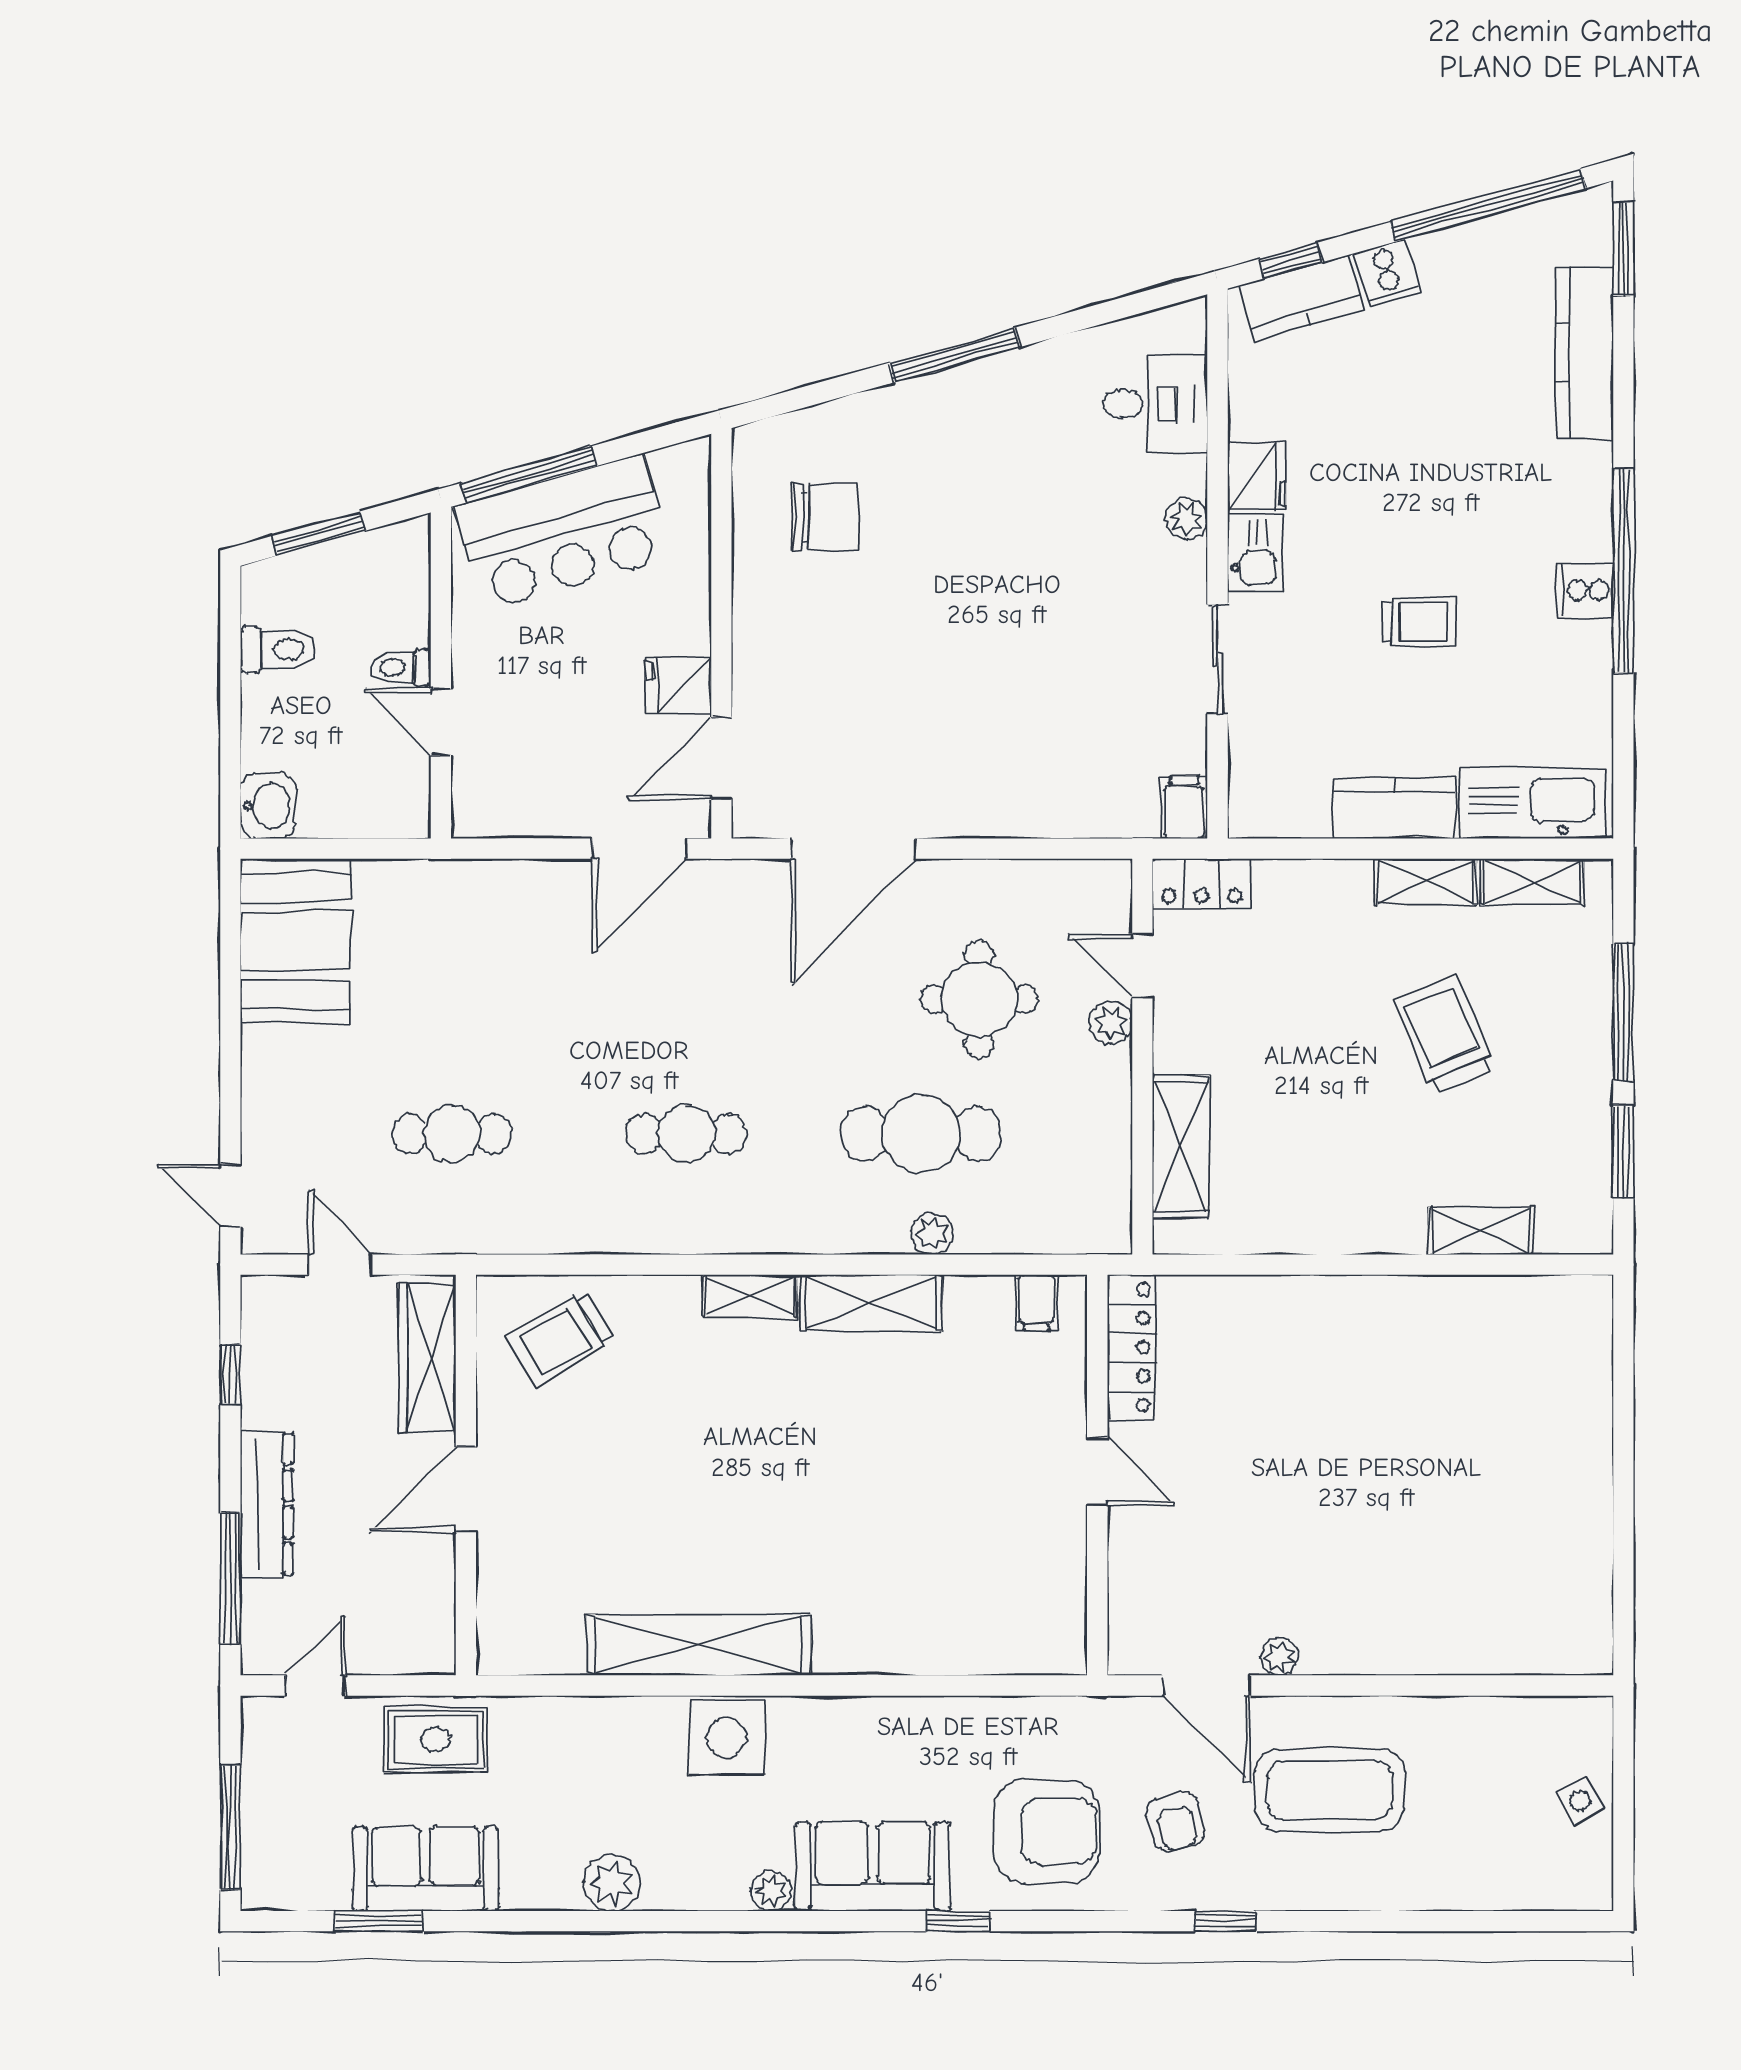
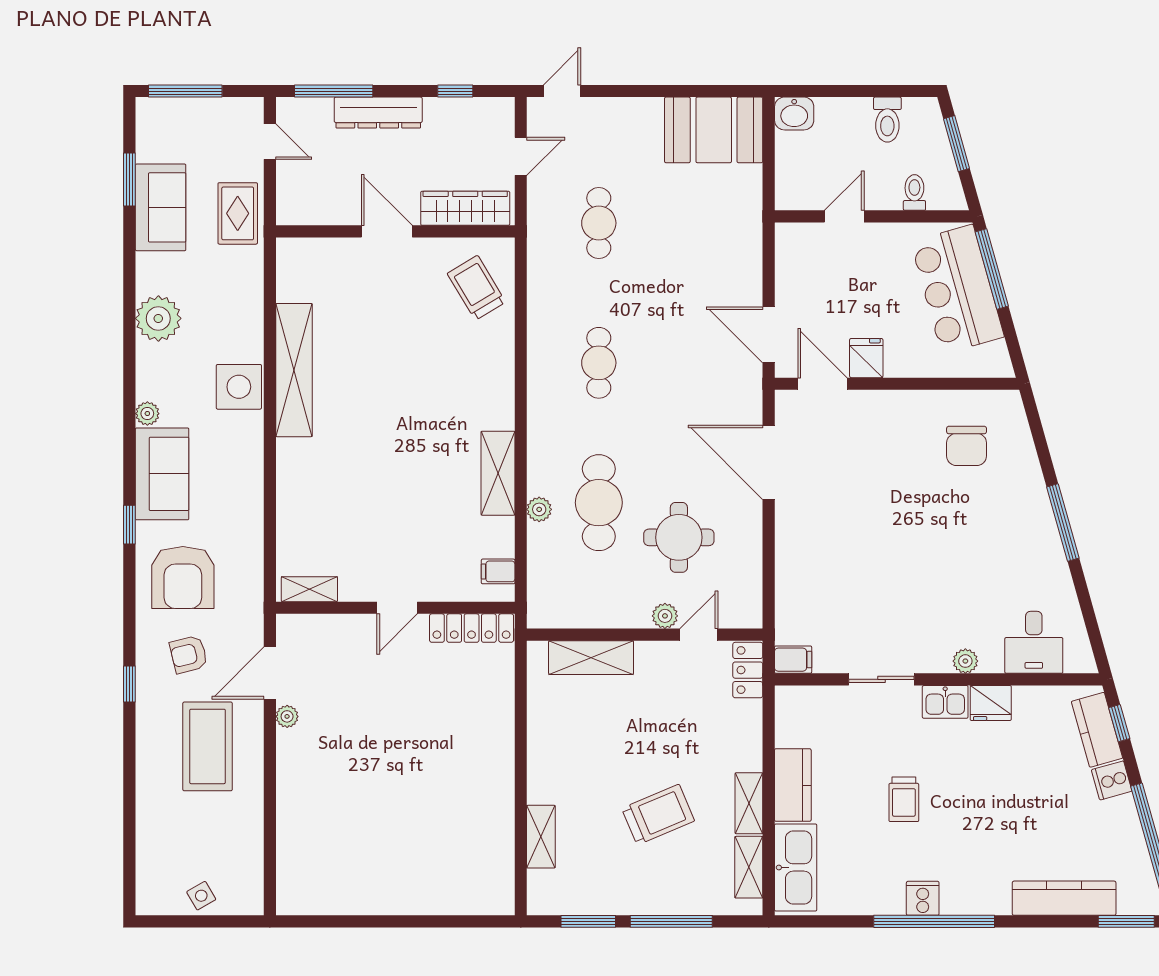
toilet: (401, 668) -> (914, 193), moved
shelving: (750, 1296) -> (309, 589), moved, turned 90
plant: (612, 1883) -> (158, 318), width x1.36, depth x1.36

